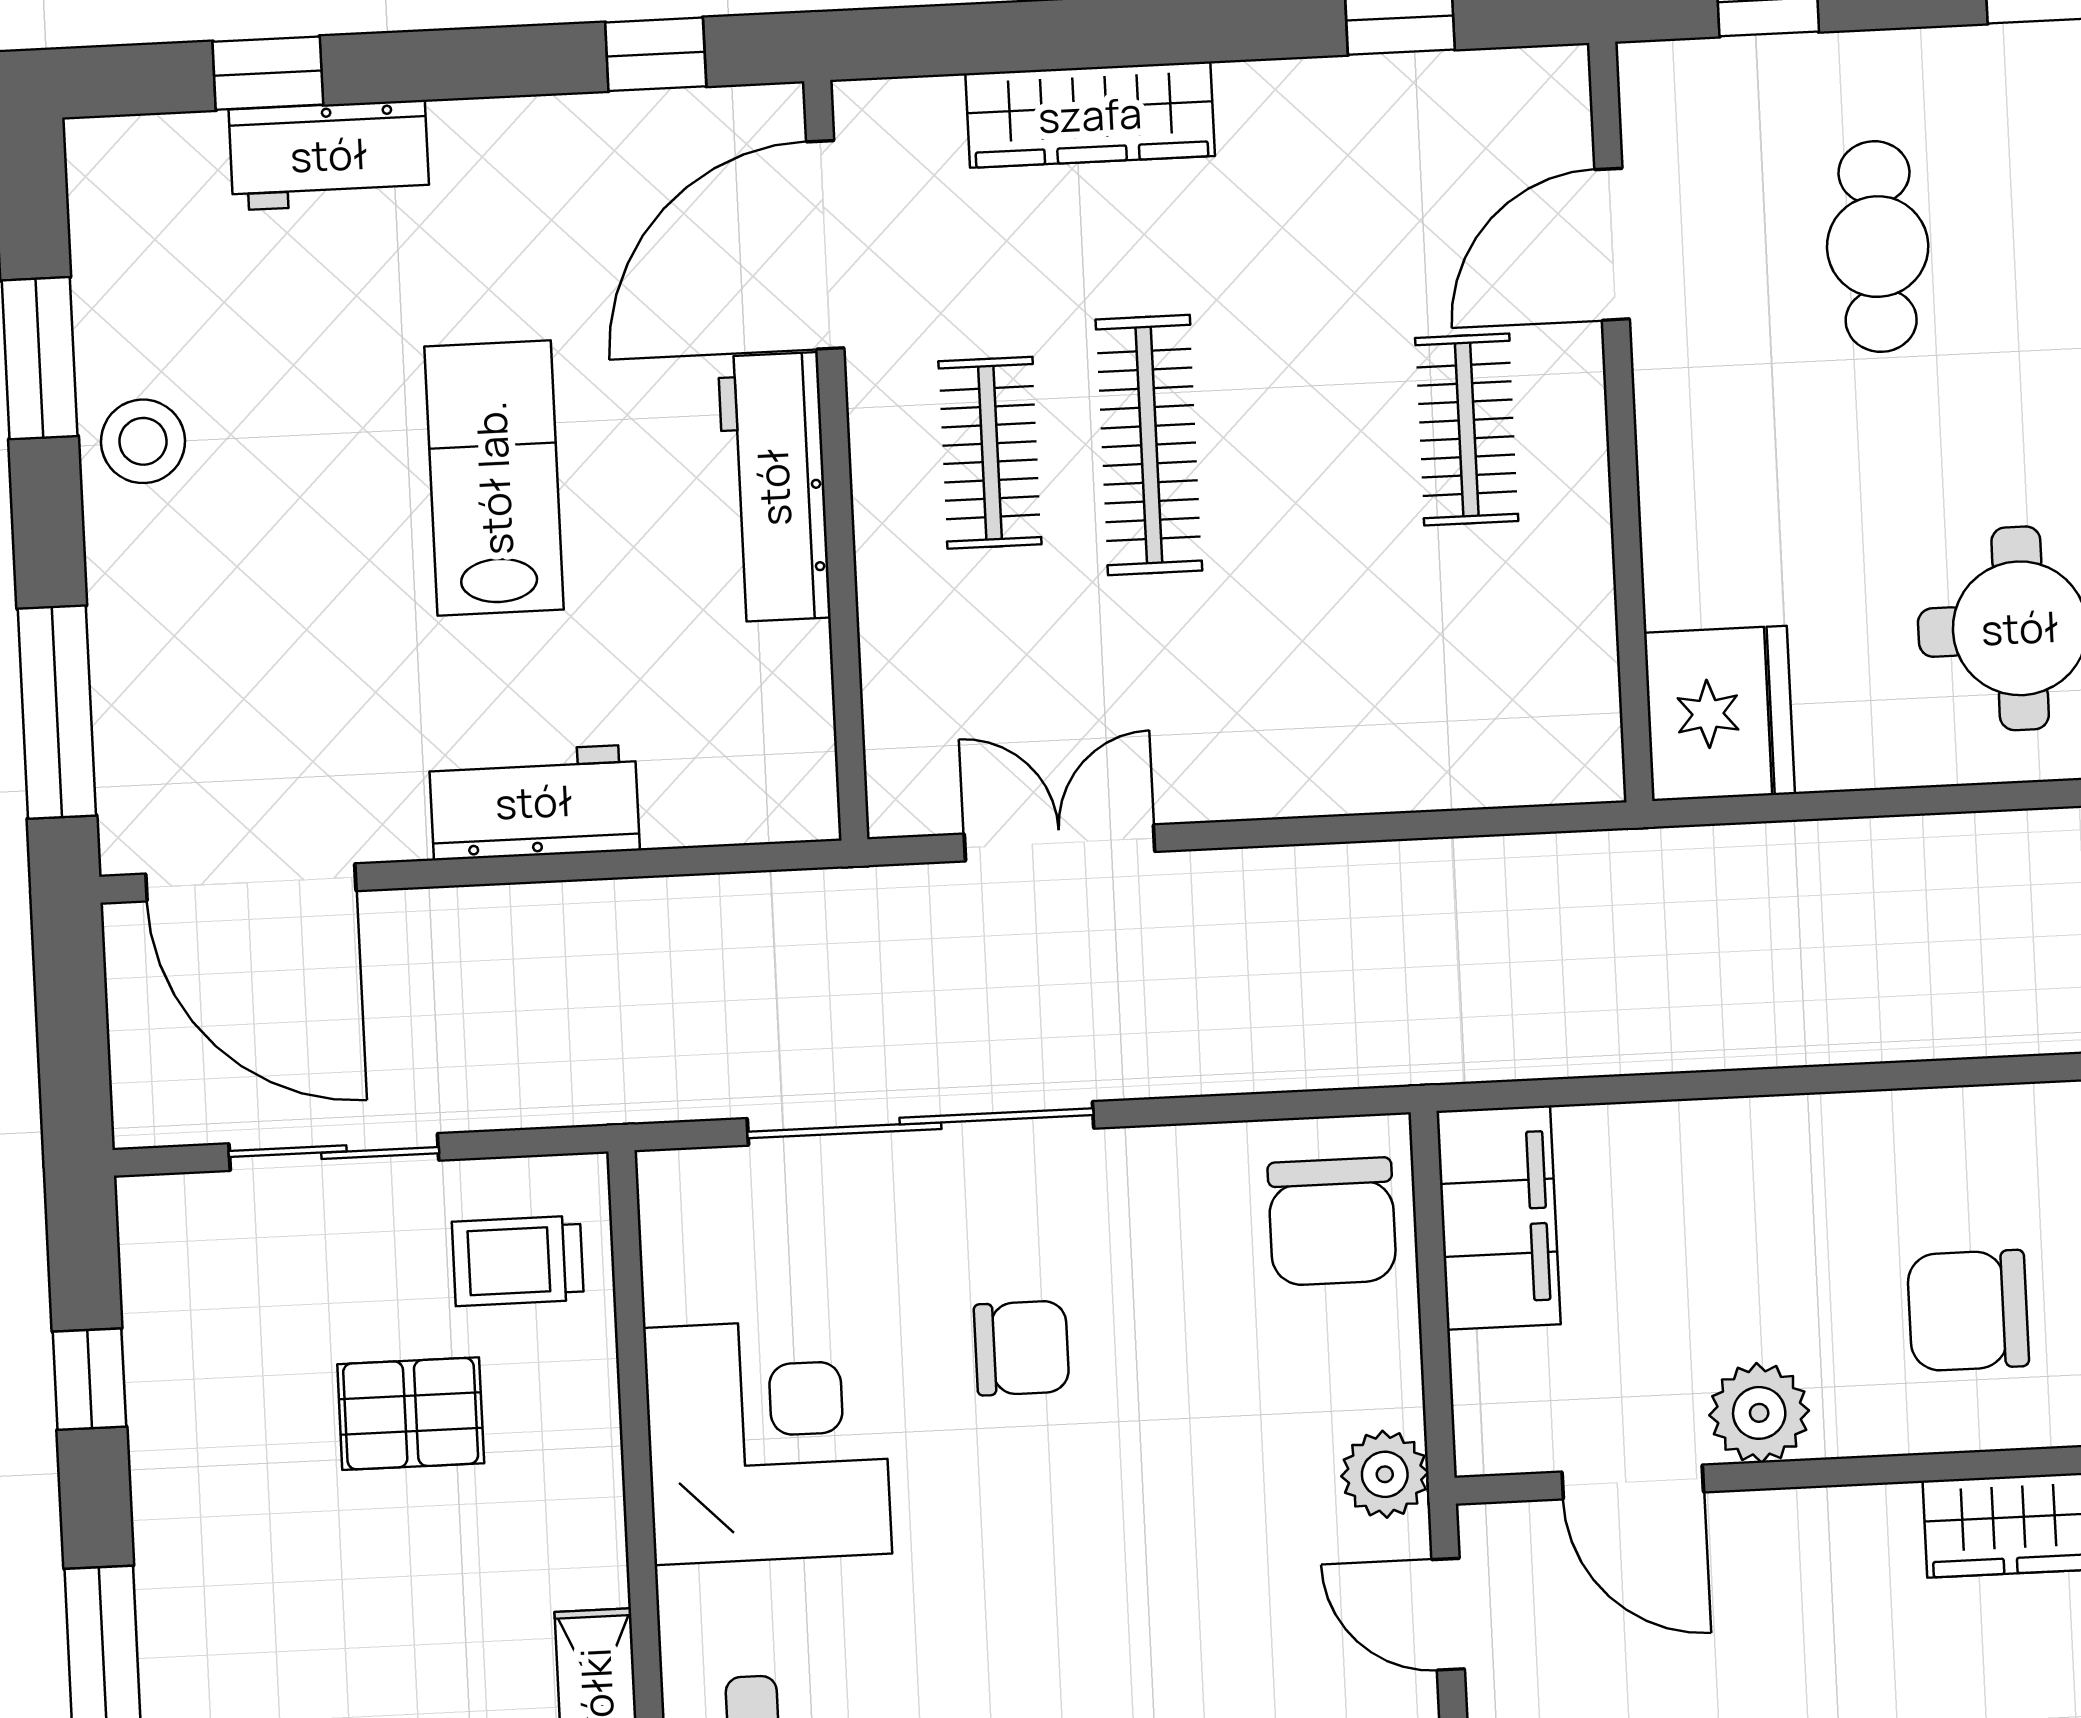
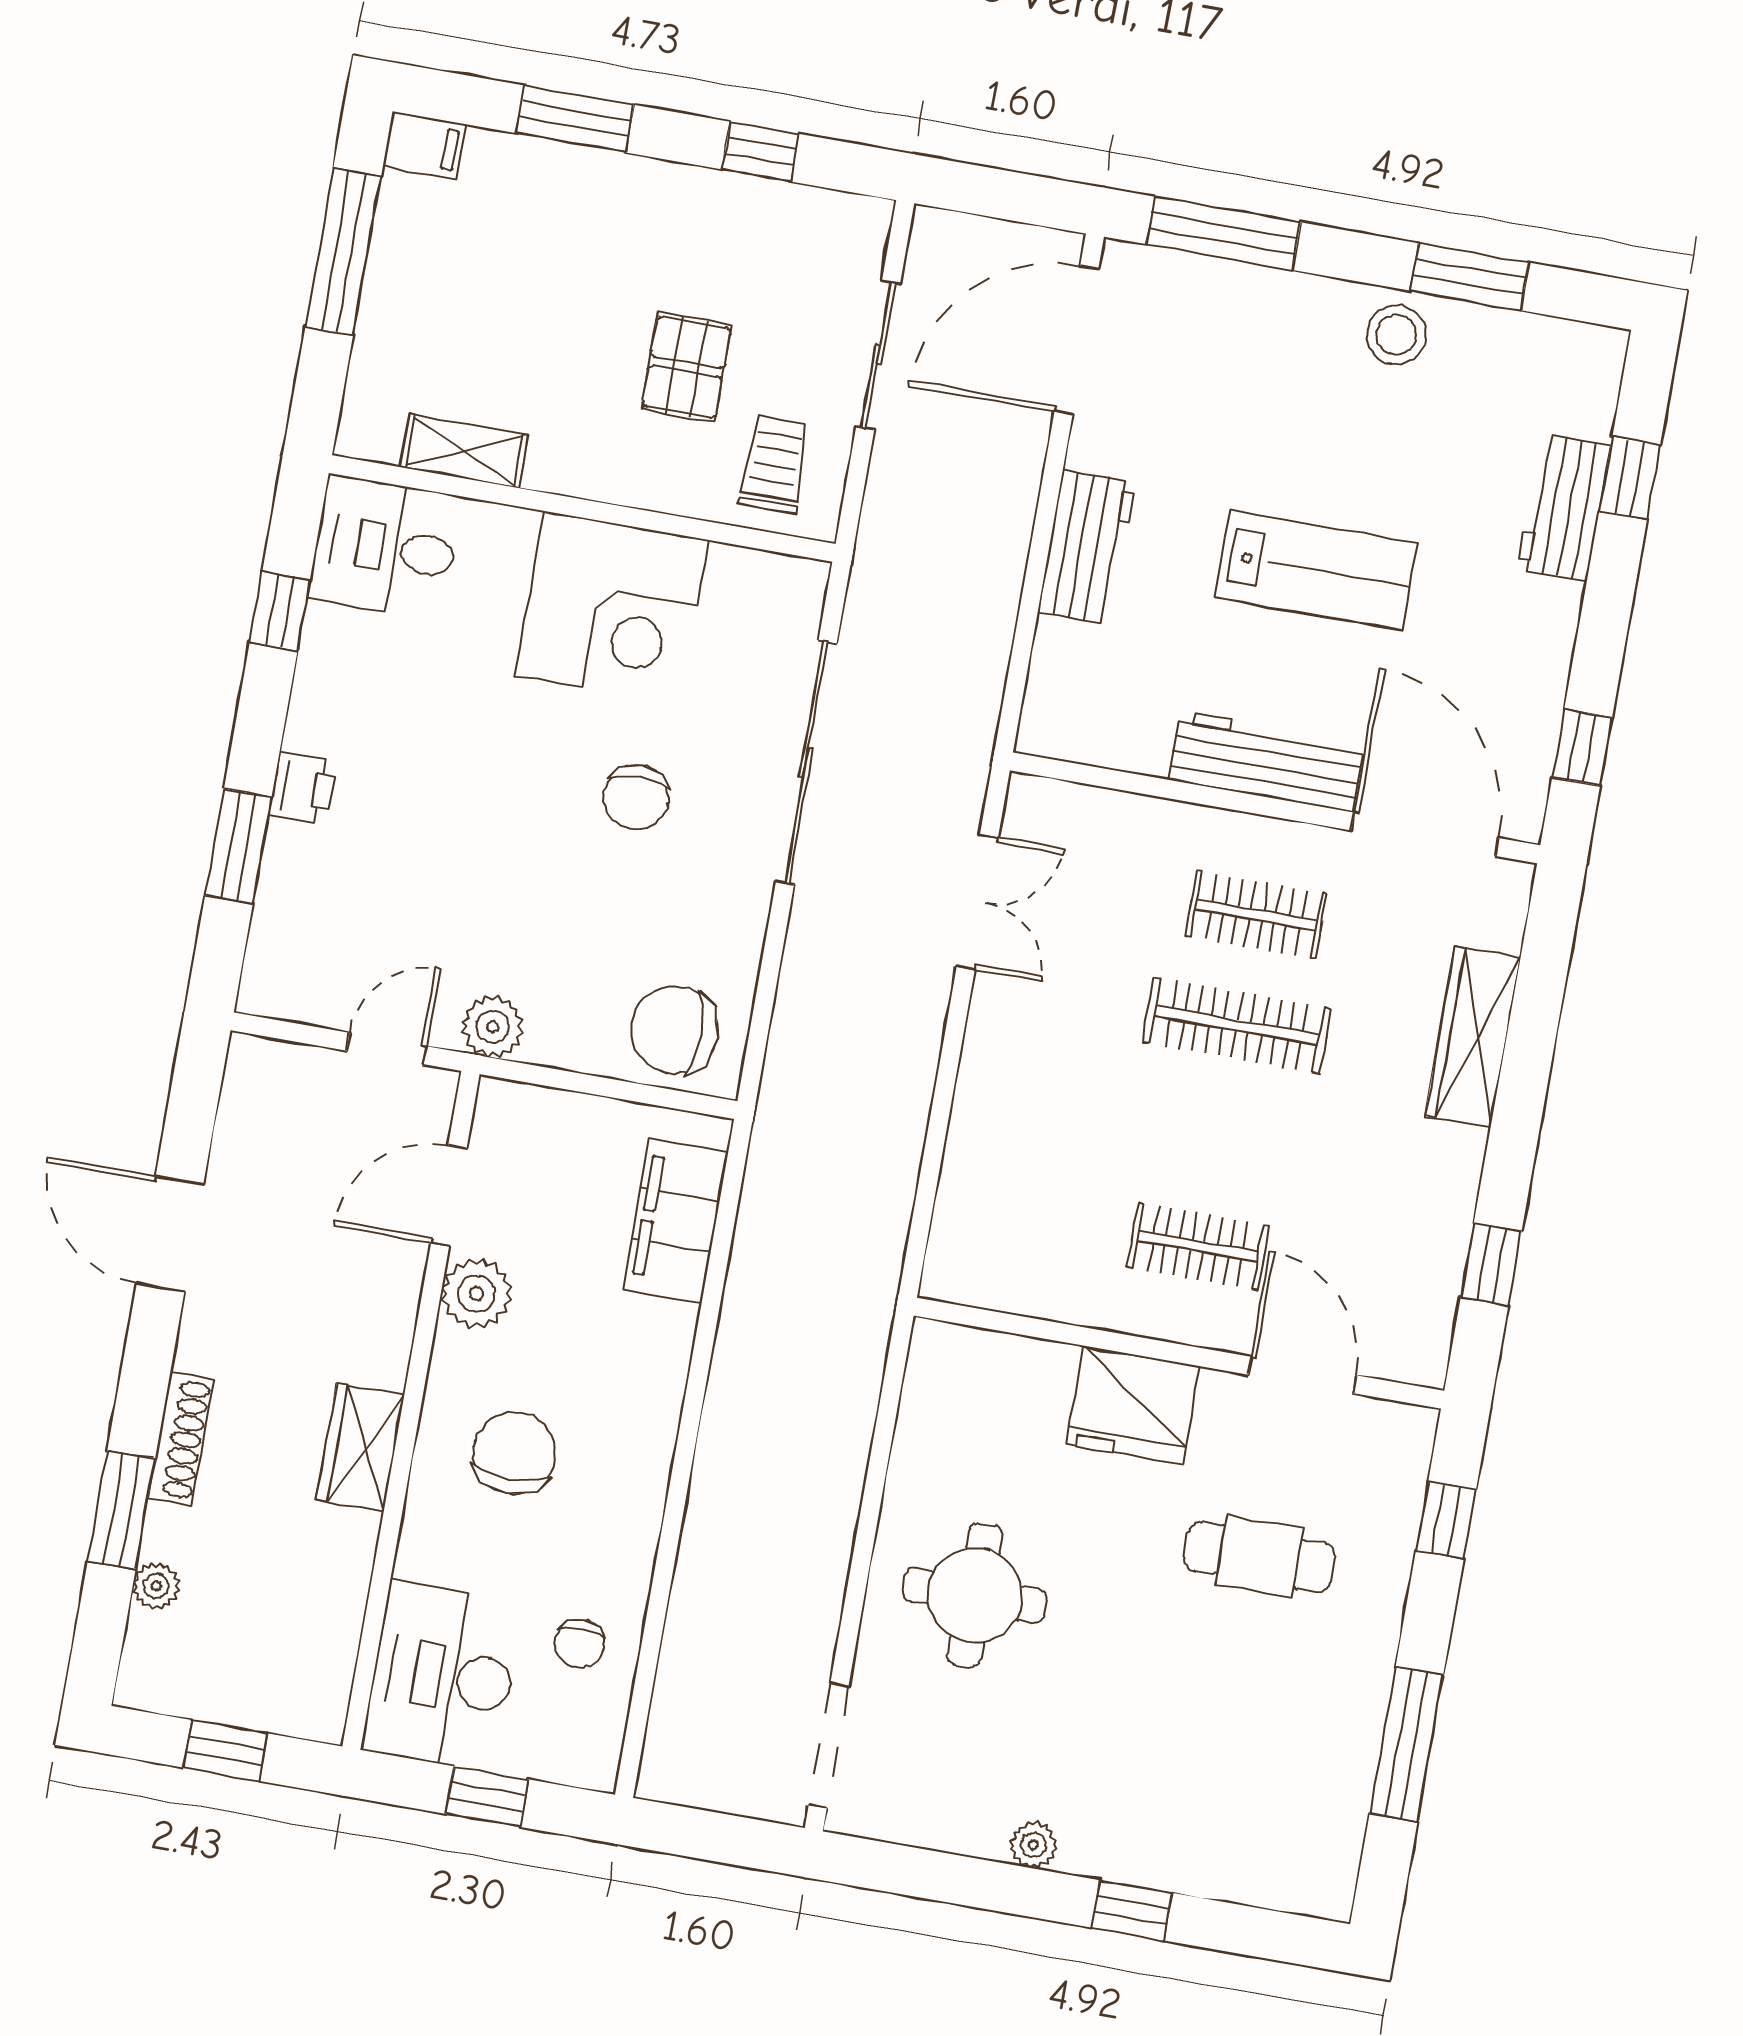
fridge: (1719, 713) -> (1133, 1405), moved
filing cabinet: (1499, 1218) -> (676, 1220), moved, turned 90

